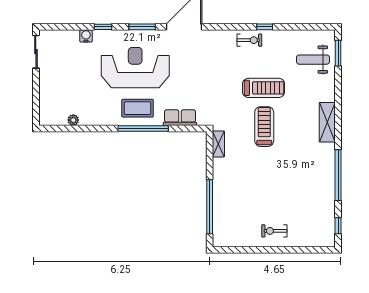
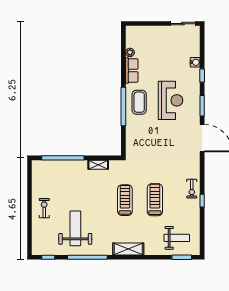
weight bench: (313, 60) -> (177, 238), turned 90
reception desk: (135, 68) -> (171, 100), width x0.74, depth x0.77
treadmill: (264, 88) -> (155, 200), turned 180
row of seats: (180, 118) -> (132, 71), moved
treadmill: (264, 127) -> (125, 200), turned -90
shelving: (218, 144) -> (98, 165), moved
weight bench: (301, 191) -> (75, 228), added

